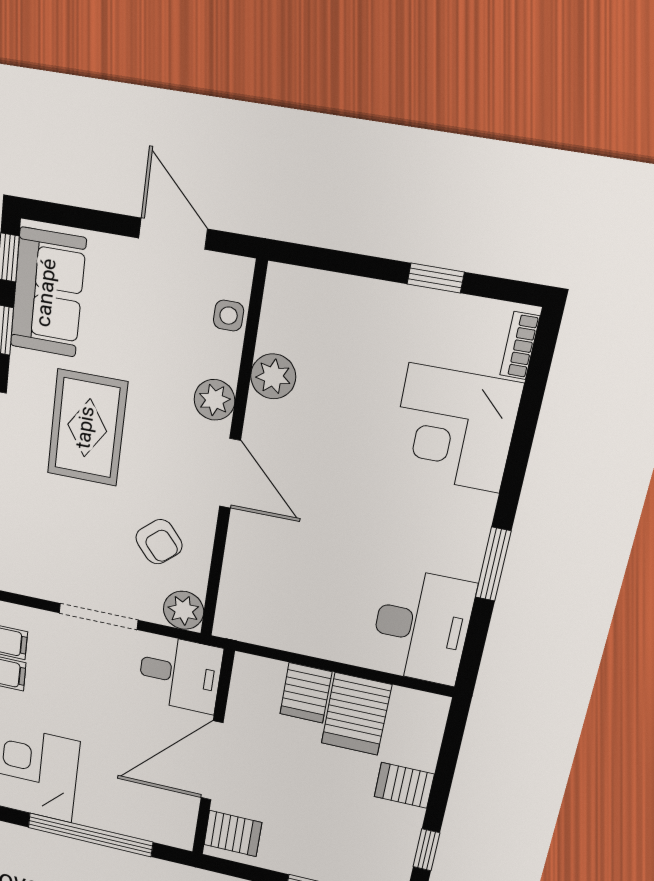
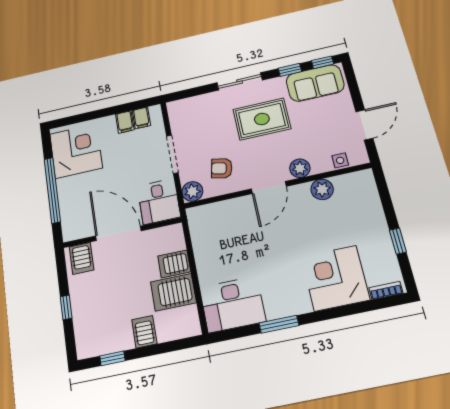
armchair: (159, 542) -> (222, 168), turned 53

